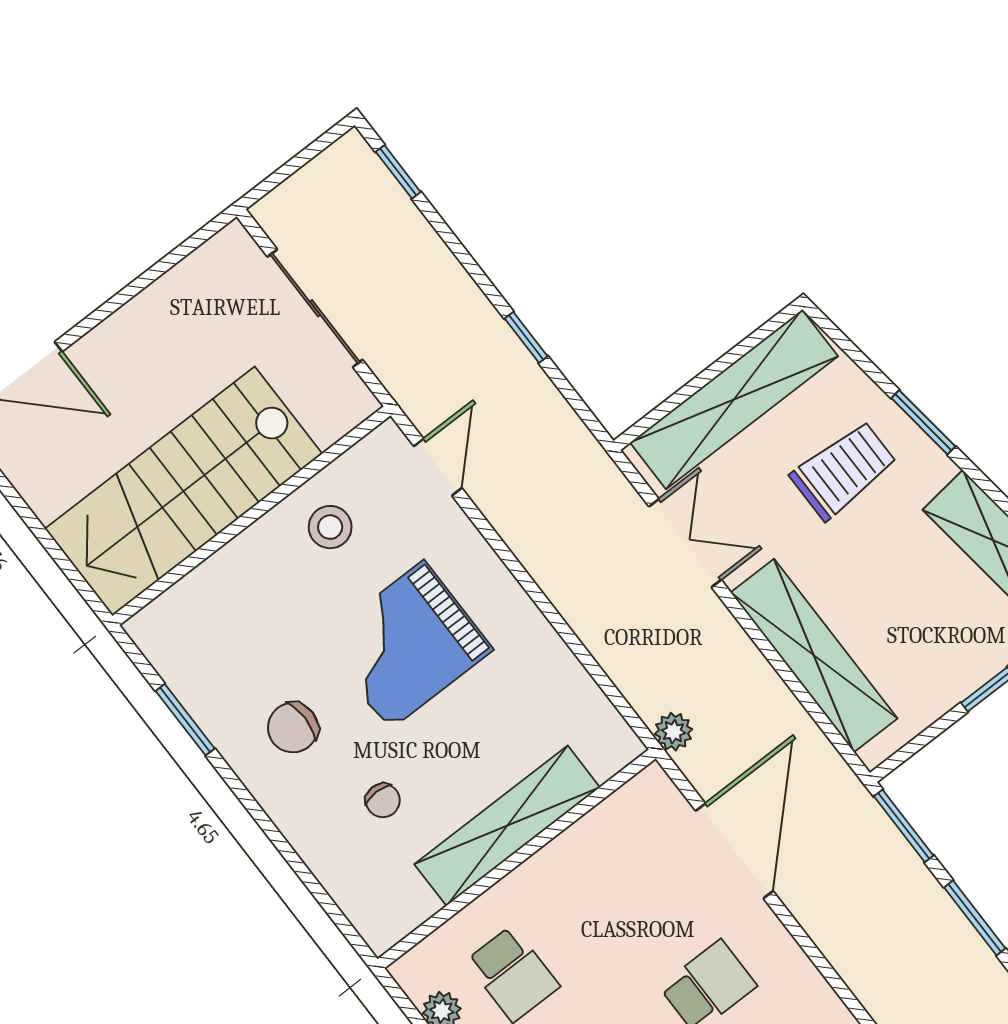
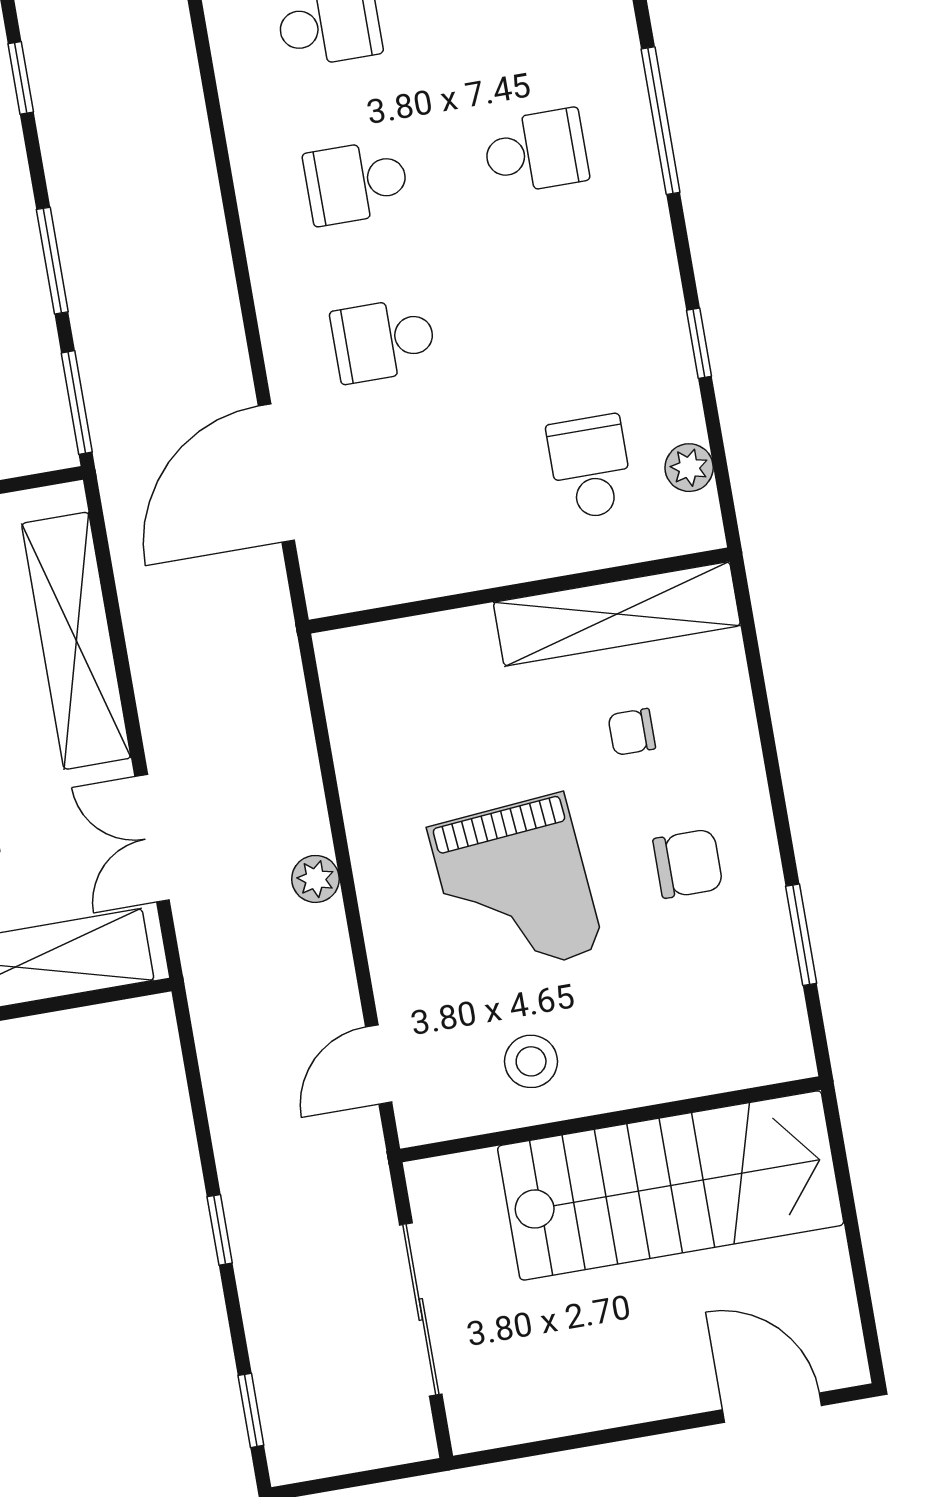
window: (526, 337) -> (220, 1230), moved
grand piano: (407, 645) -> (516, 888), turned 85
plant: (673, 732) -> (315, 879), moved
chair: (383, 800) -> (632, 732), turned -90
shelving: (507, 826) -> (617, 614), moved

